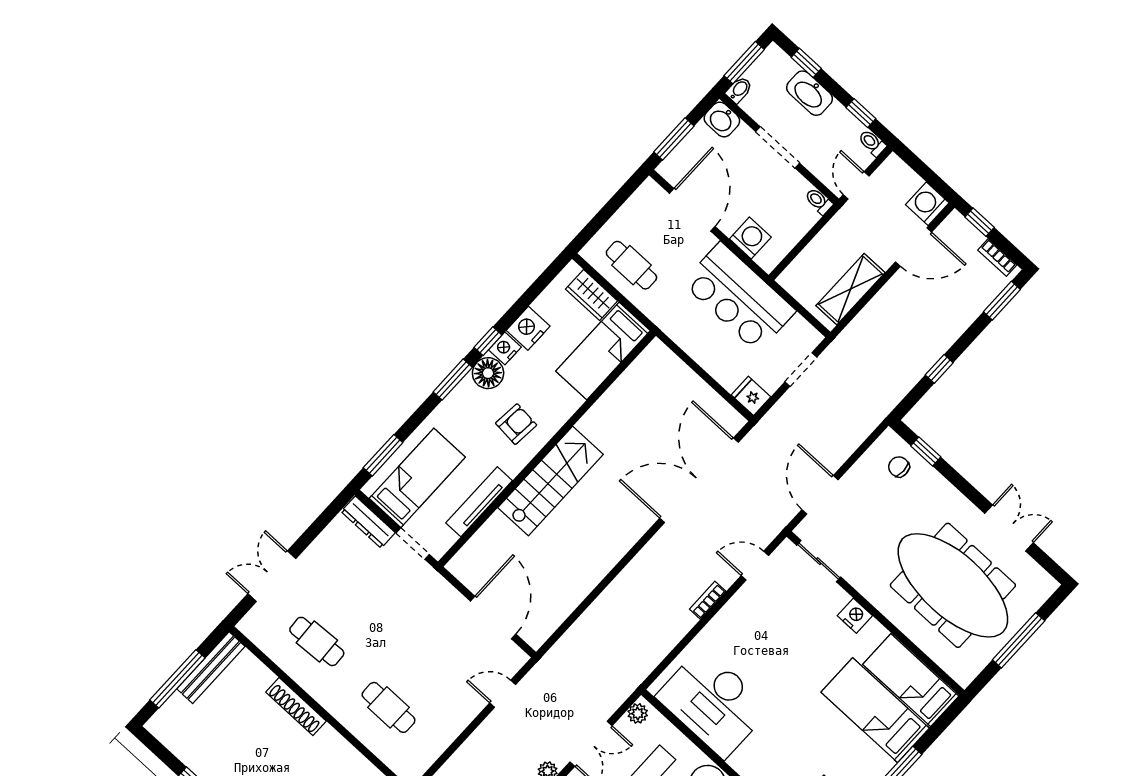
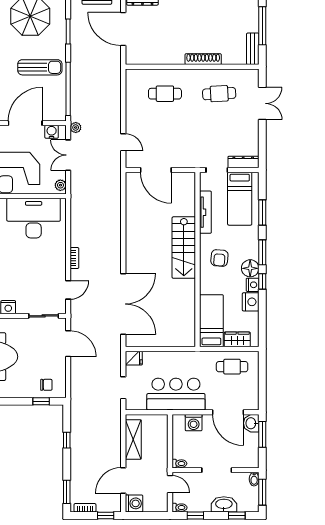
washbasin: (722, 120) -> (251, 423), moved, turned -90
window: (383, 455) -> (262, 212), moved
bench: (211, 668) -> (253, 49), width x0.73
door: (503, 694) -> (123, 142), hinge flipped

